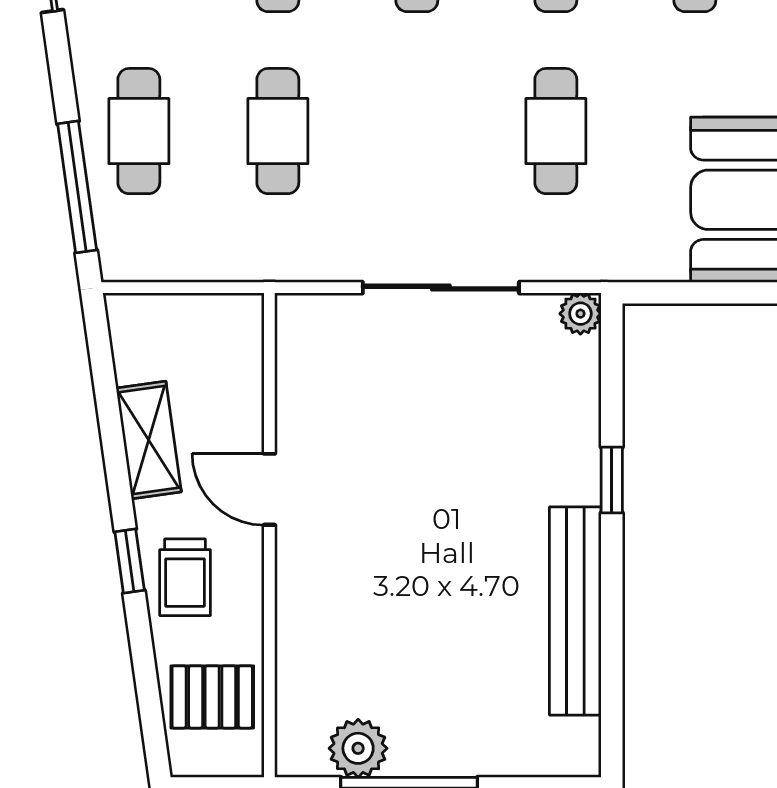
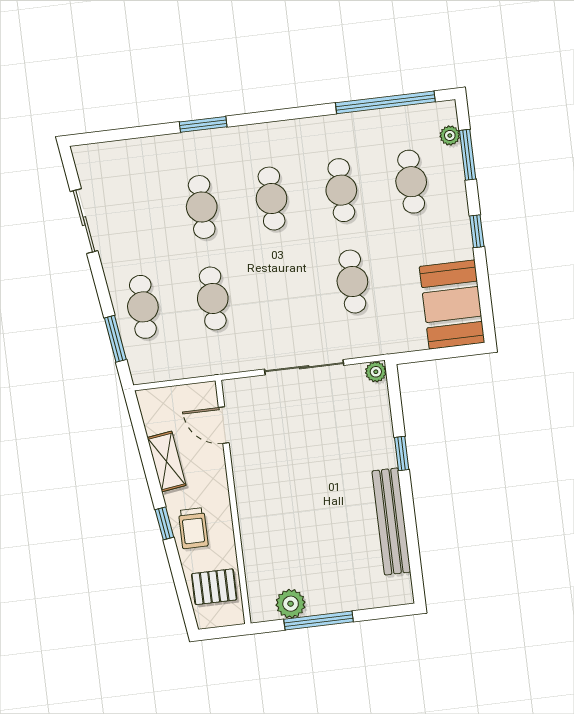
window: (77, 187) -> (115, 339), width x0.69
door: (269, 489) -> (224, 425), moved

